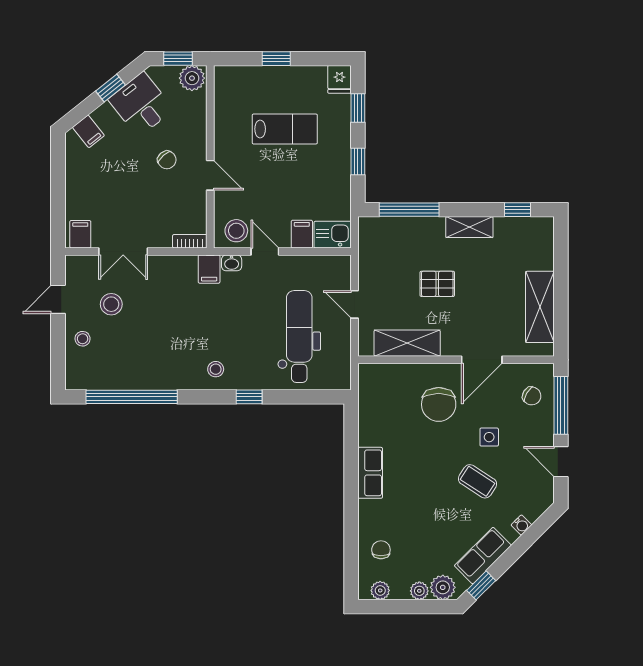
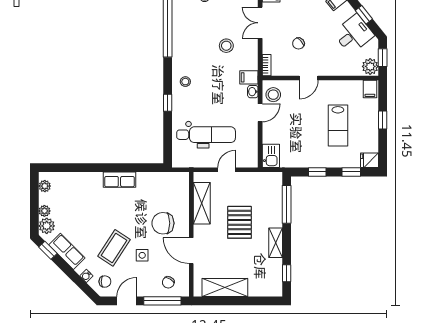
chair: (167, 160) -> (298, 43), moved
filing cabinet: (302, 234) -> (370, 89), moved, turned 90
pallet: (437, 284) -> (240, 222), width x1.50, depth x1.42
stool: (111, 304) -> (226, 46), moved
coffee table: (478, 481) -> (114, 248), width x1.36, depth x1.30
chair: (381, 550) -> (105, 282), moved

